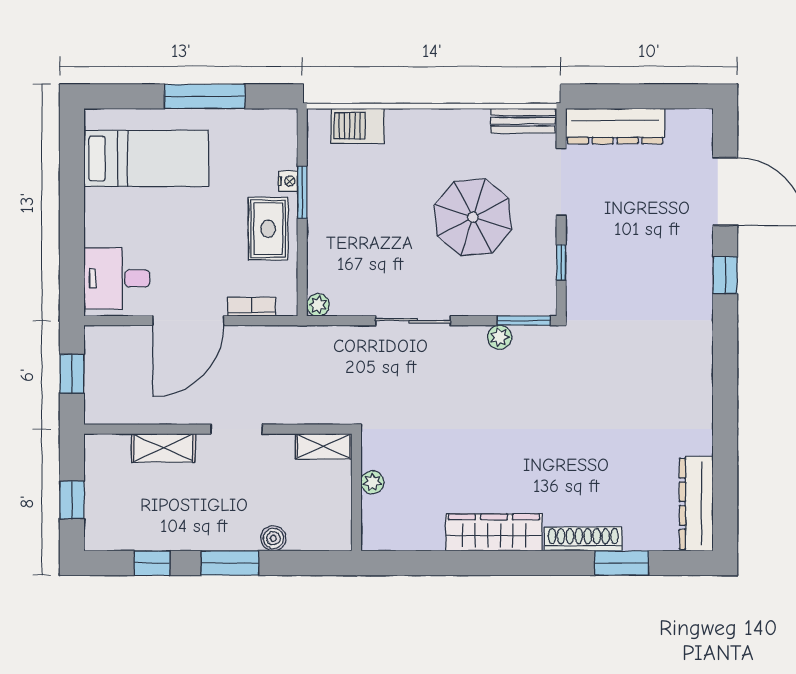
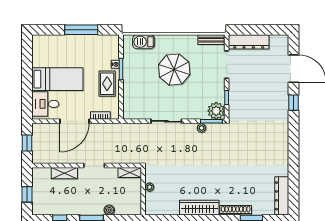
bed: (146, 159) -> (57, 79), moved
parasol: (473, 217) -> (174, 70), moved
plant: (318, 305) -> (216, 111), moved, width x1.88, depth x1.88

